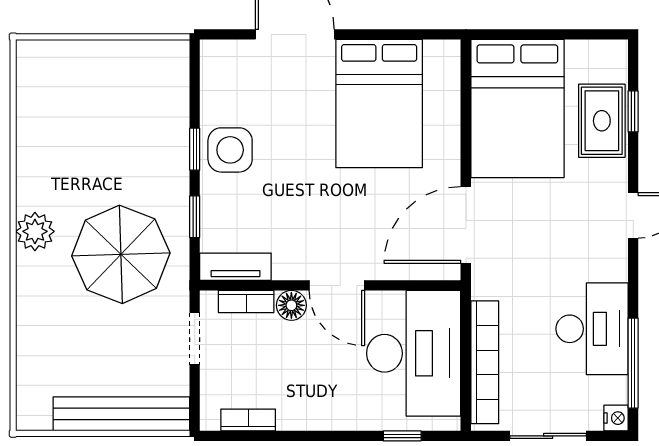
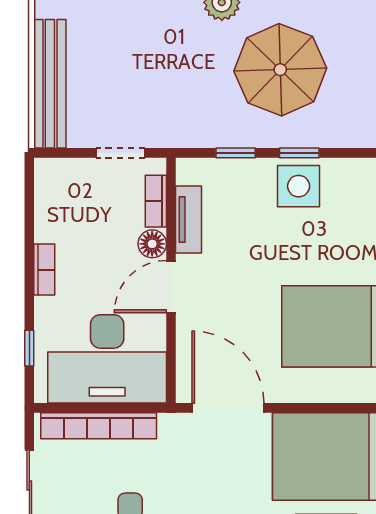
parasol: (121, 254) -> (280, 70), moved
tv unit: (235, 267) -> (189, 220), moved
bookcase: (248, 420) -> (44, 270), moved

